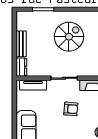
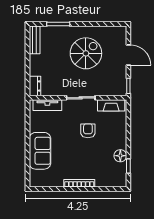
bench: (21, 44) -> (35, 40), moved
armchair: (71, 109) -> (88, 131), turned -95

